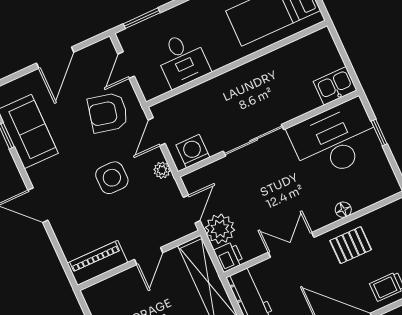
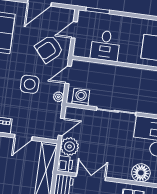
armchair: (108, 113) -> (49, 49), turned -54
floor lamp: (343, 210) -> (141, 173), width x1.89, depth x1.89
double door: (291, 245) -> (91, 177), moved

